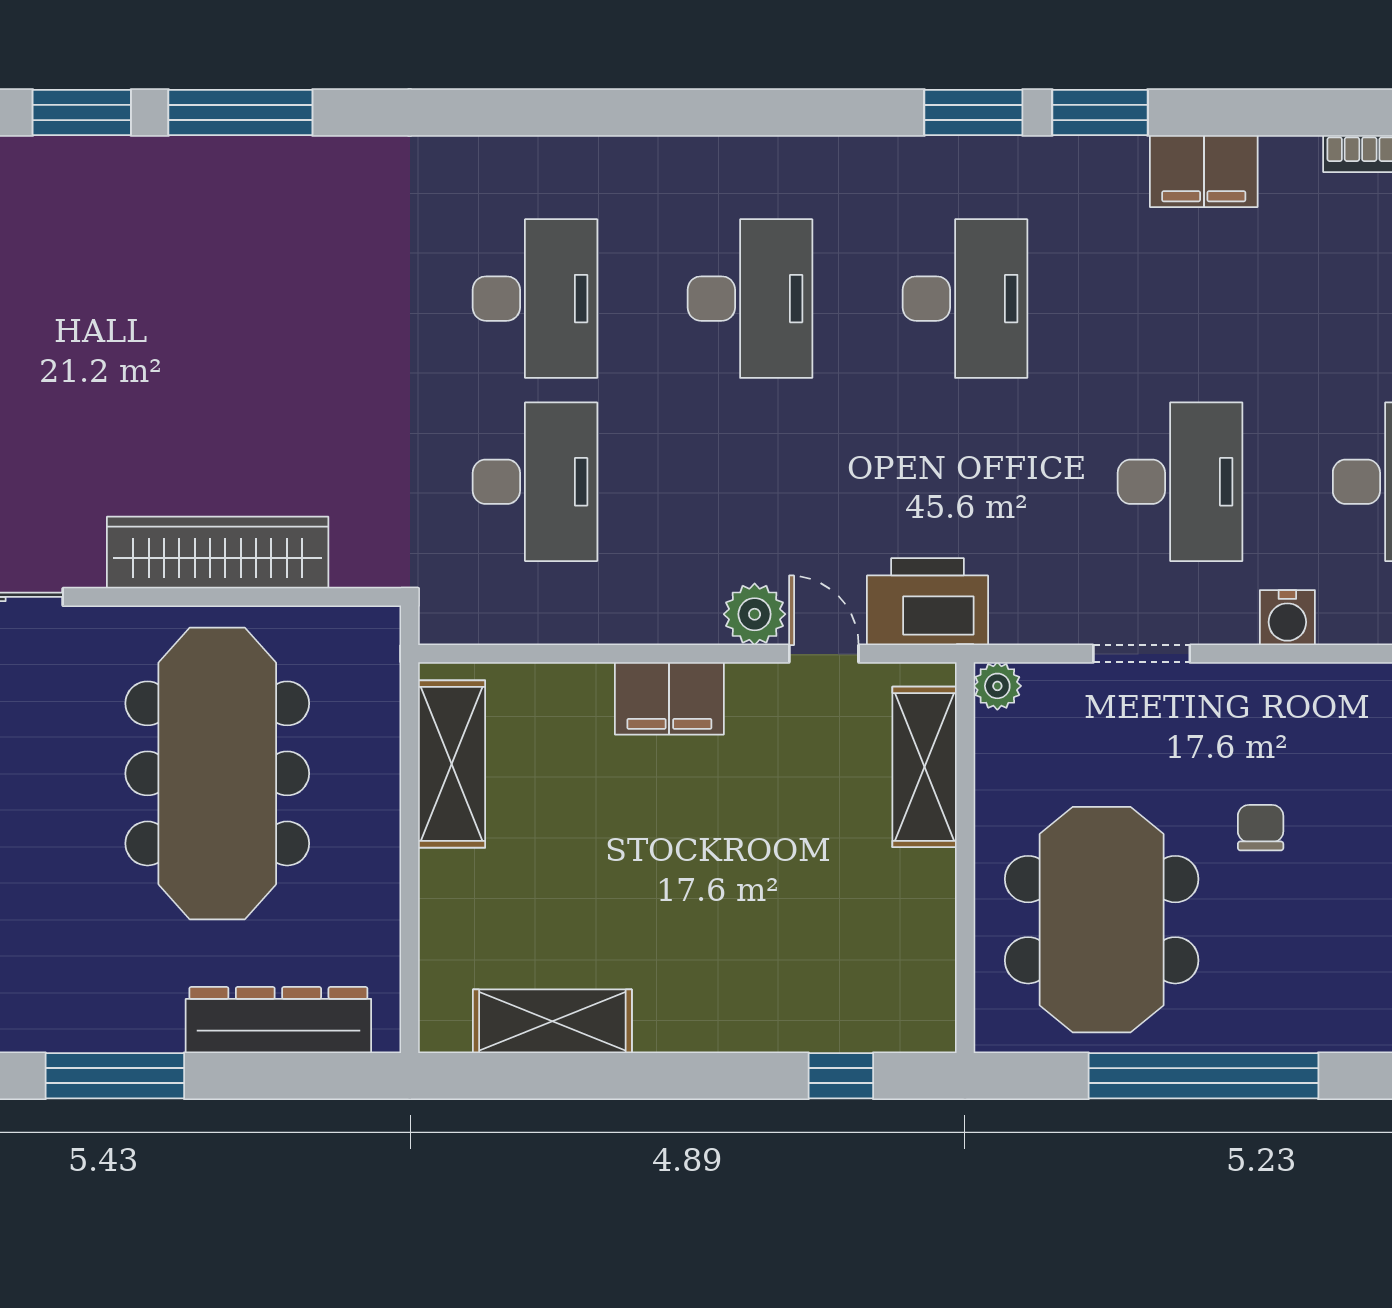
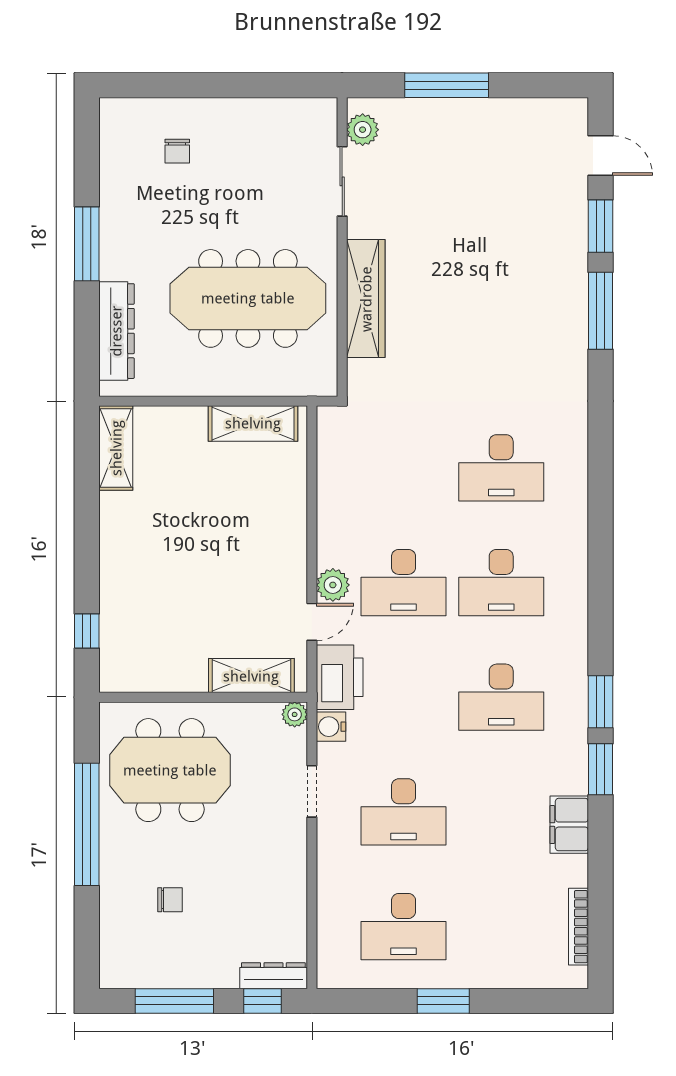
desk: (535, 482) -> (404, 583), moved
water cooler: (1287, 618) -> (331, 727), moved
filing cabinet: (669, 698) -> (288, 540), removed
chair: (1261, 828) -> (170, 900), moved
shelving: (552, 1021) -> (116, 448), moved

